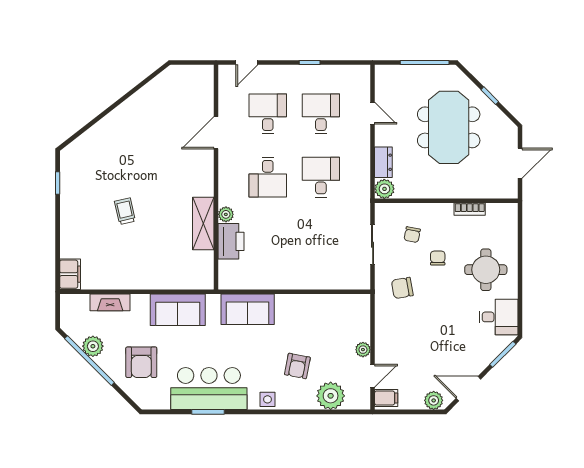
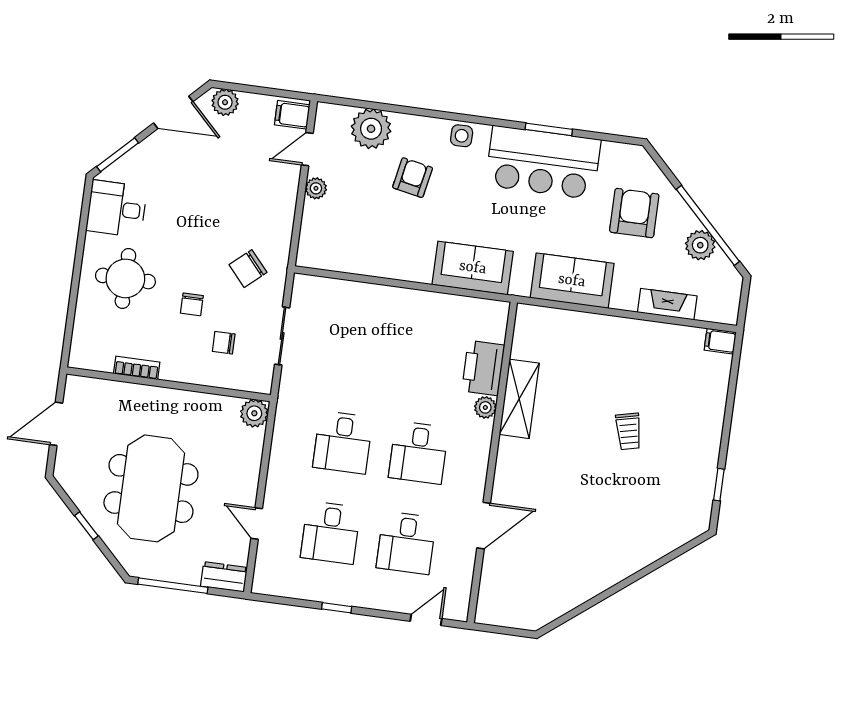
dresser: (383, 162) -> (224, 577), moved, turned 90
desk: (268, 177) -> (418, 452), turned 180
chair: (412, 235) -> (224, 343), turned -101
filing cabinet: (70, 274) -> (720, 341), width x0.50
chair: (402, 288) -> (248, 269), turned 149

